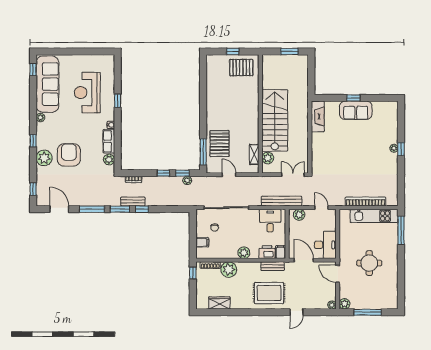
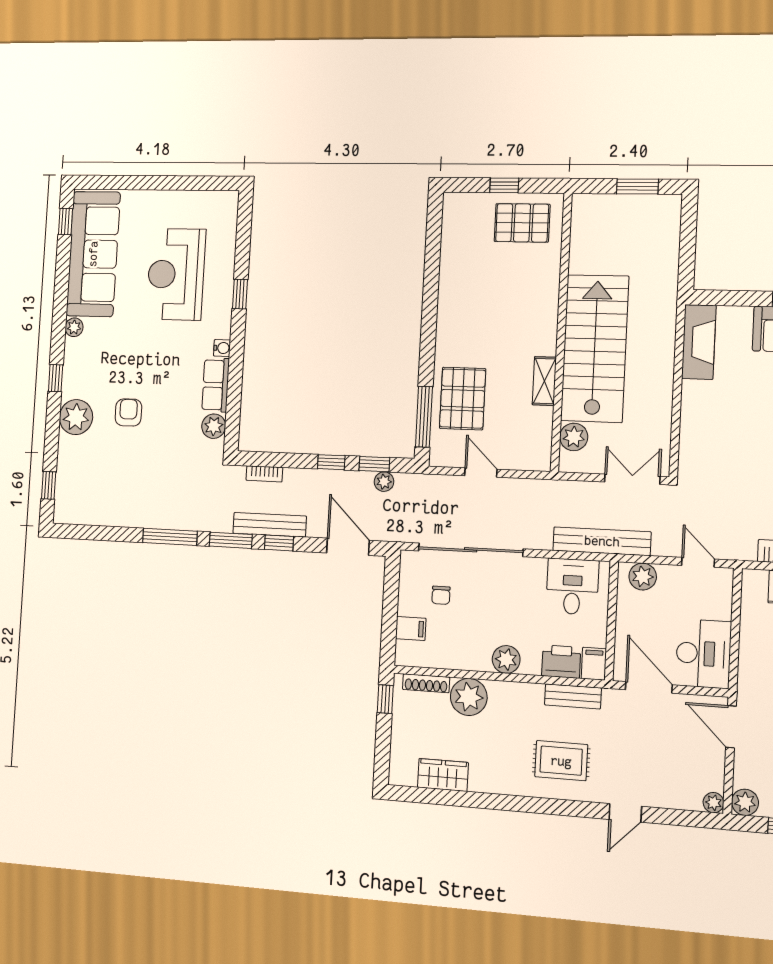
shelving: (254, 154) -> (544, 381), moved
armchair: (69, 155) -> (128, 412), width x0.53, depth x0.53
bench: (133, 201) -> (270, 525), width x1.36
door: (59, 209) -> (348, 547), moved
rug: (269, 293) -> (561, 761), width x0.73, depth x0.70

